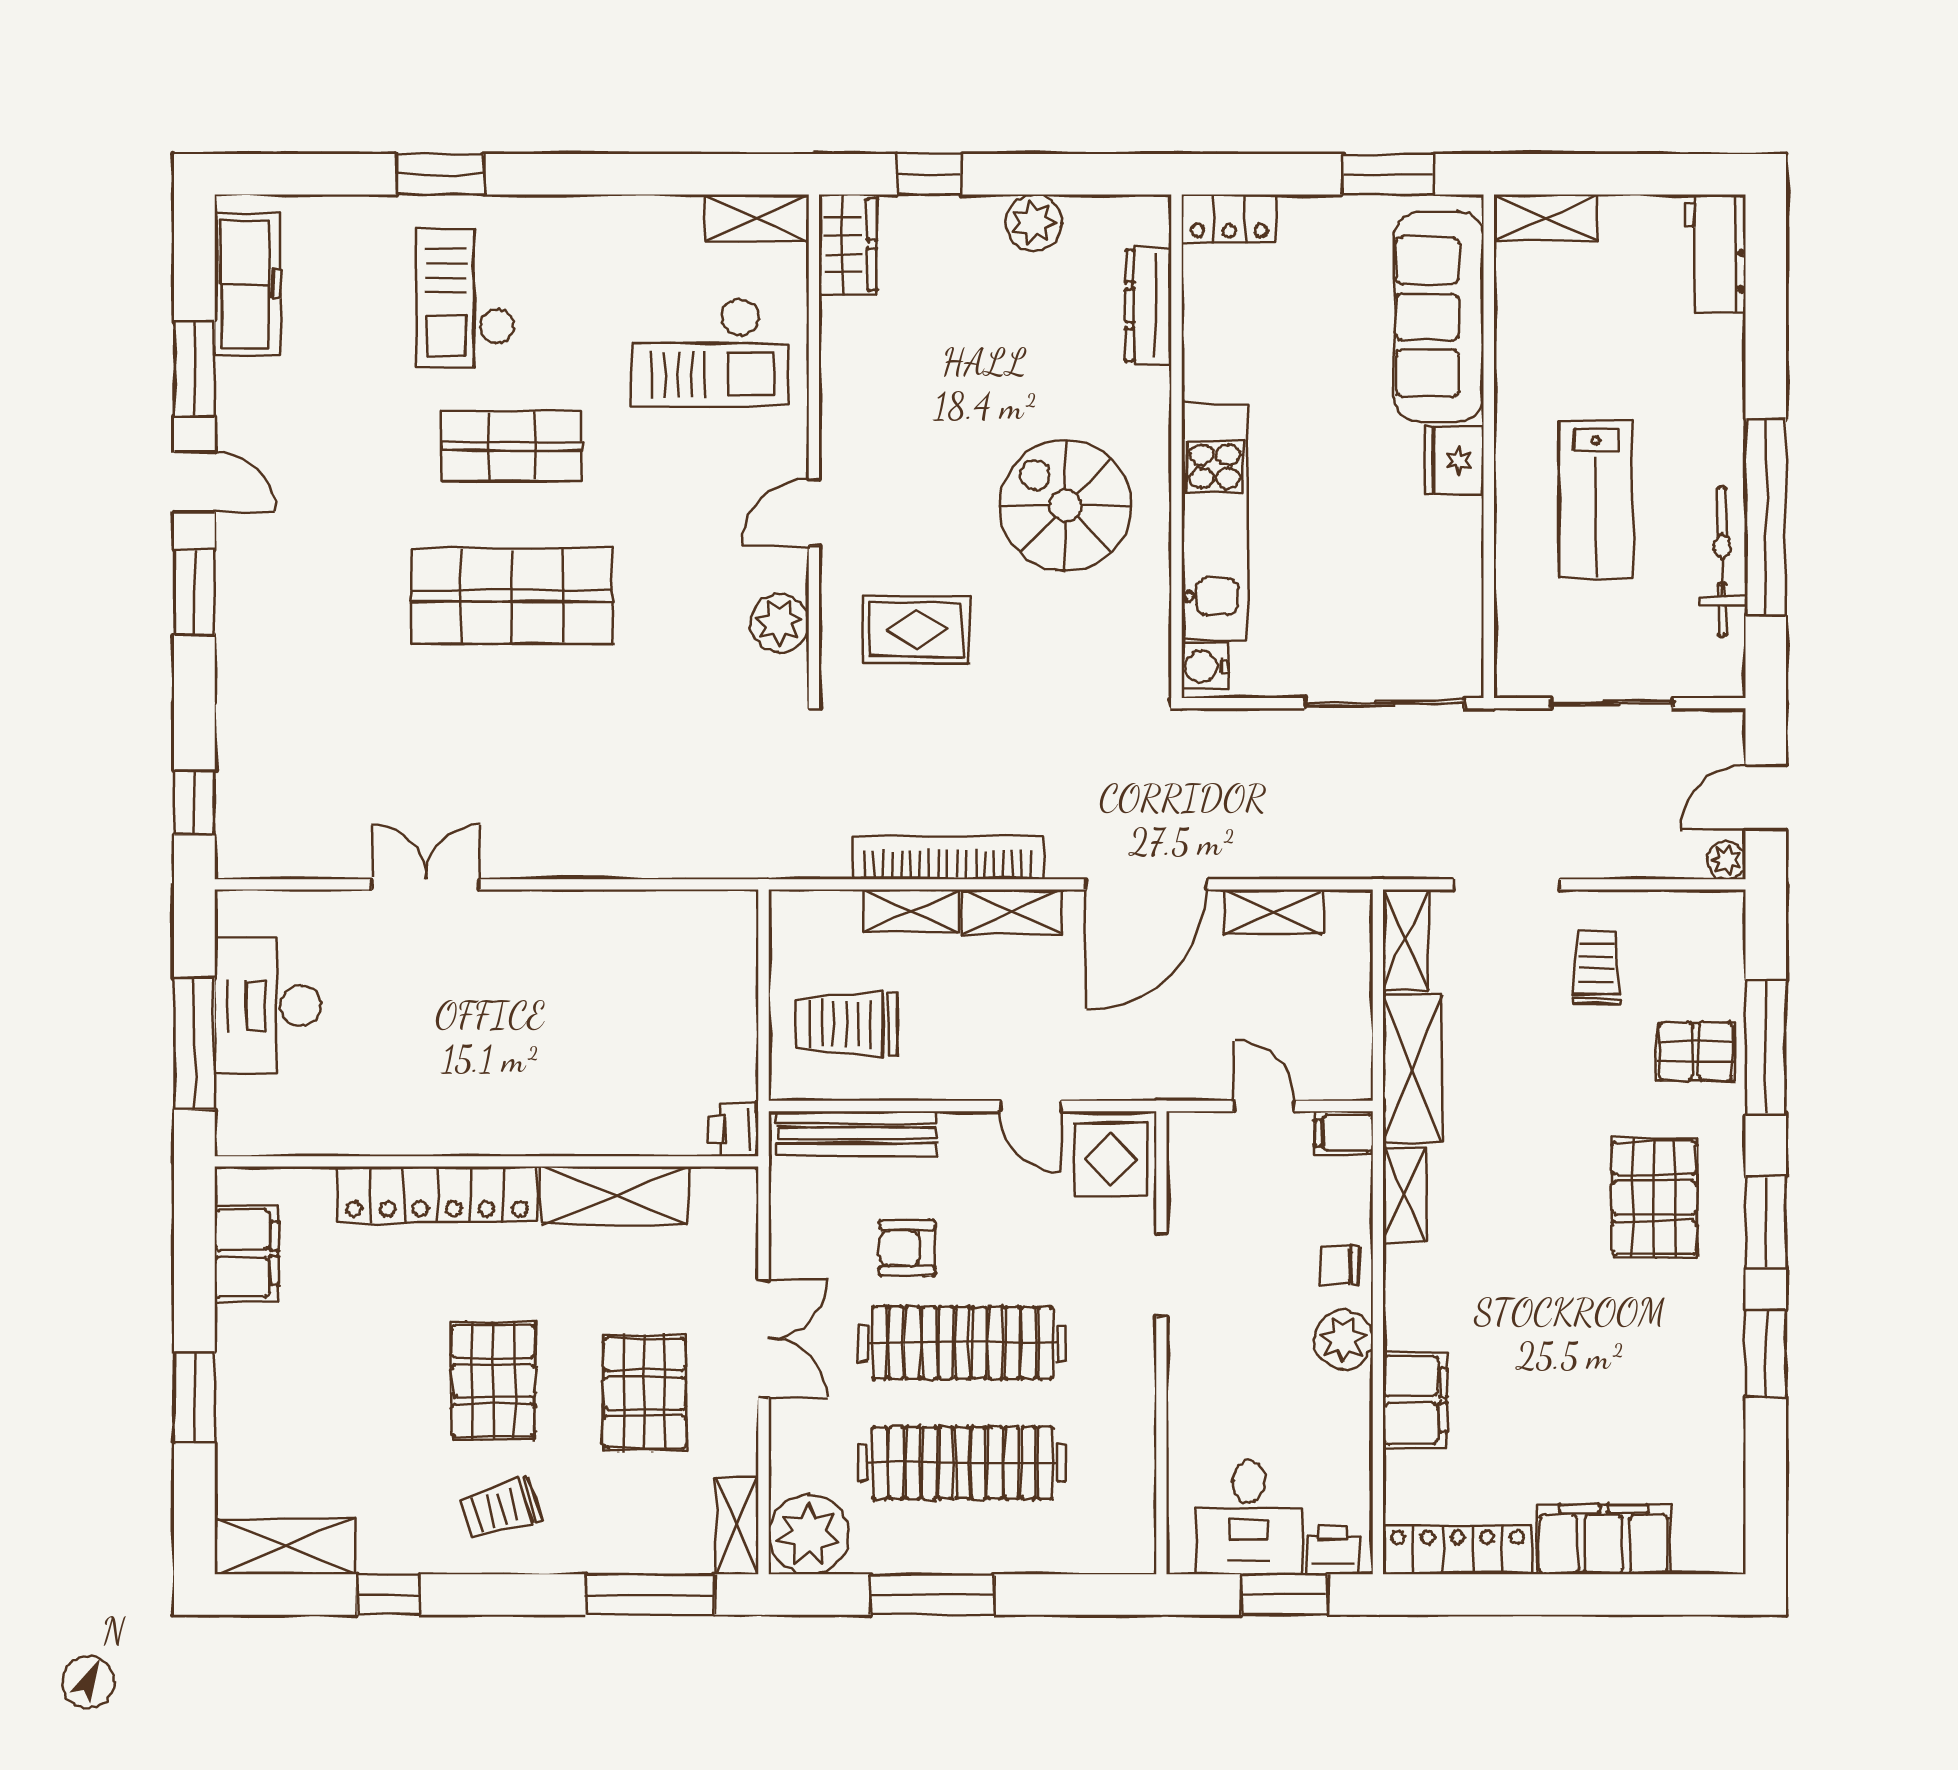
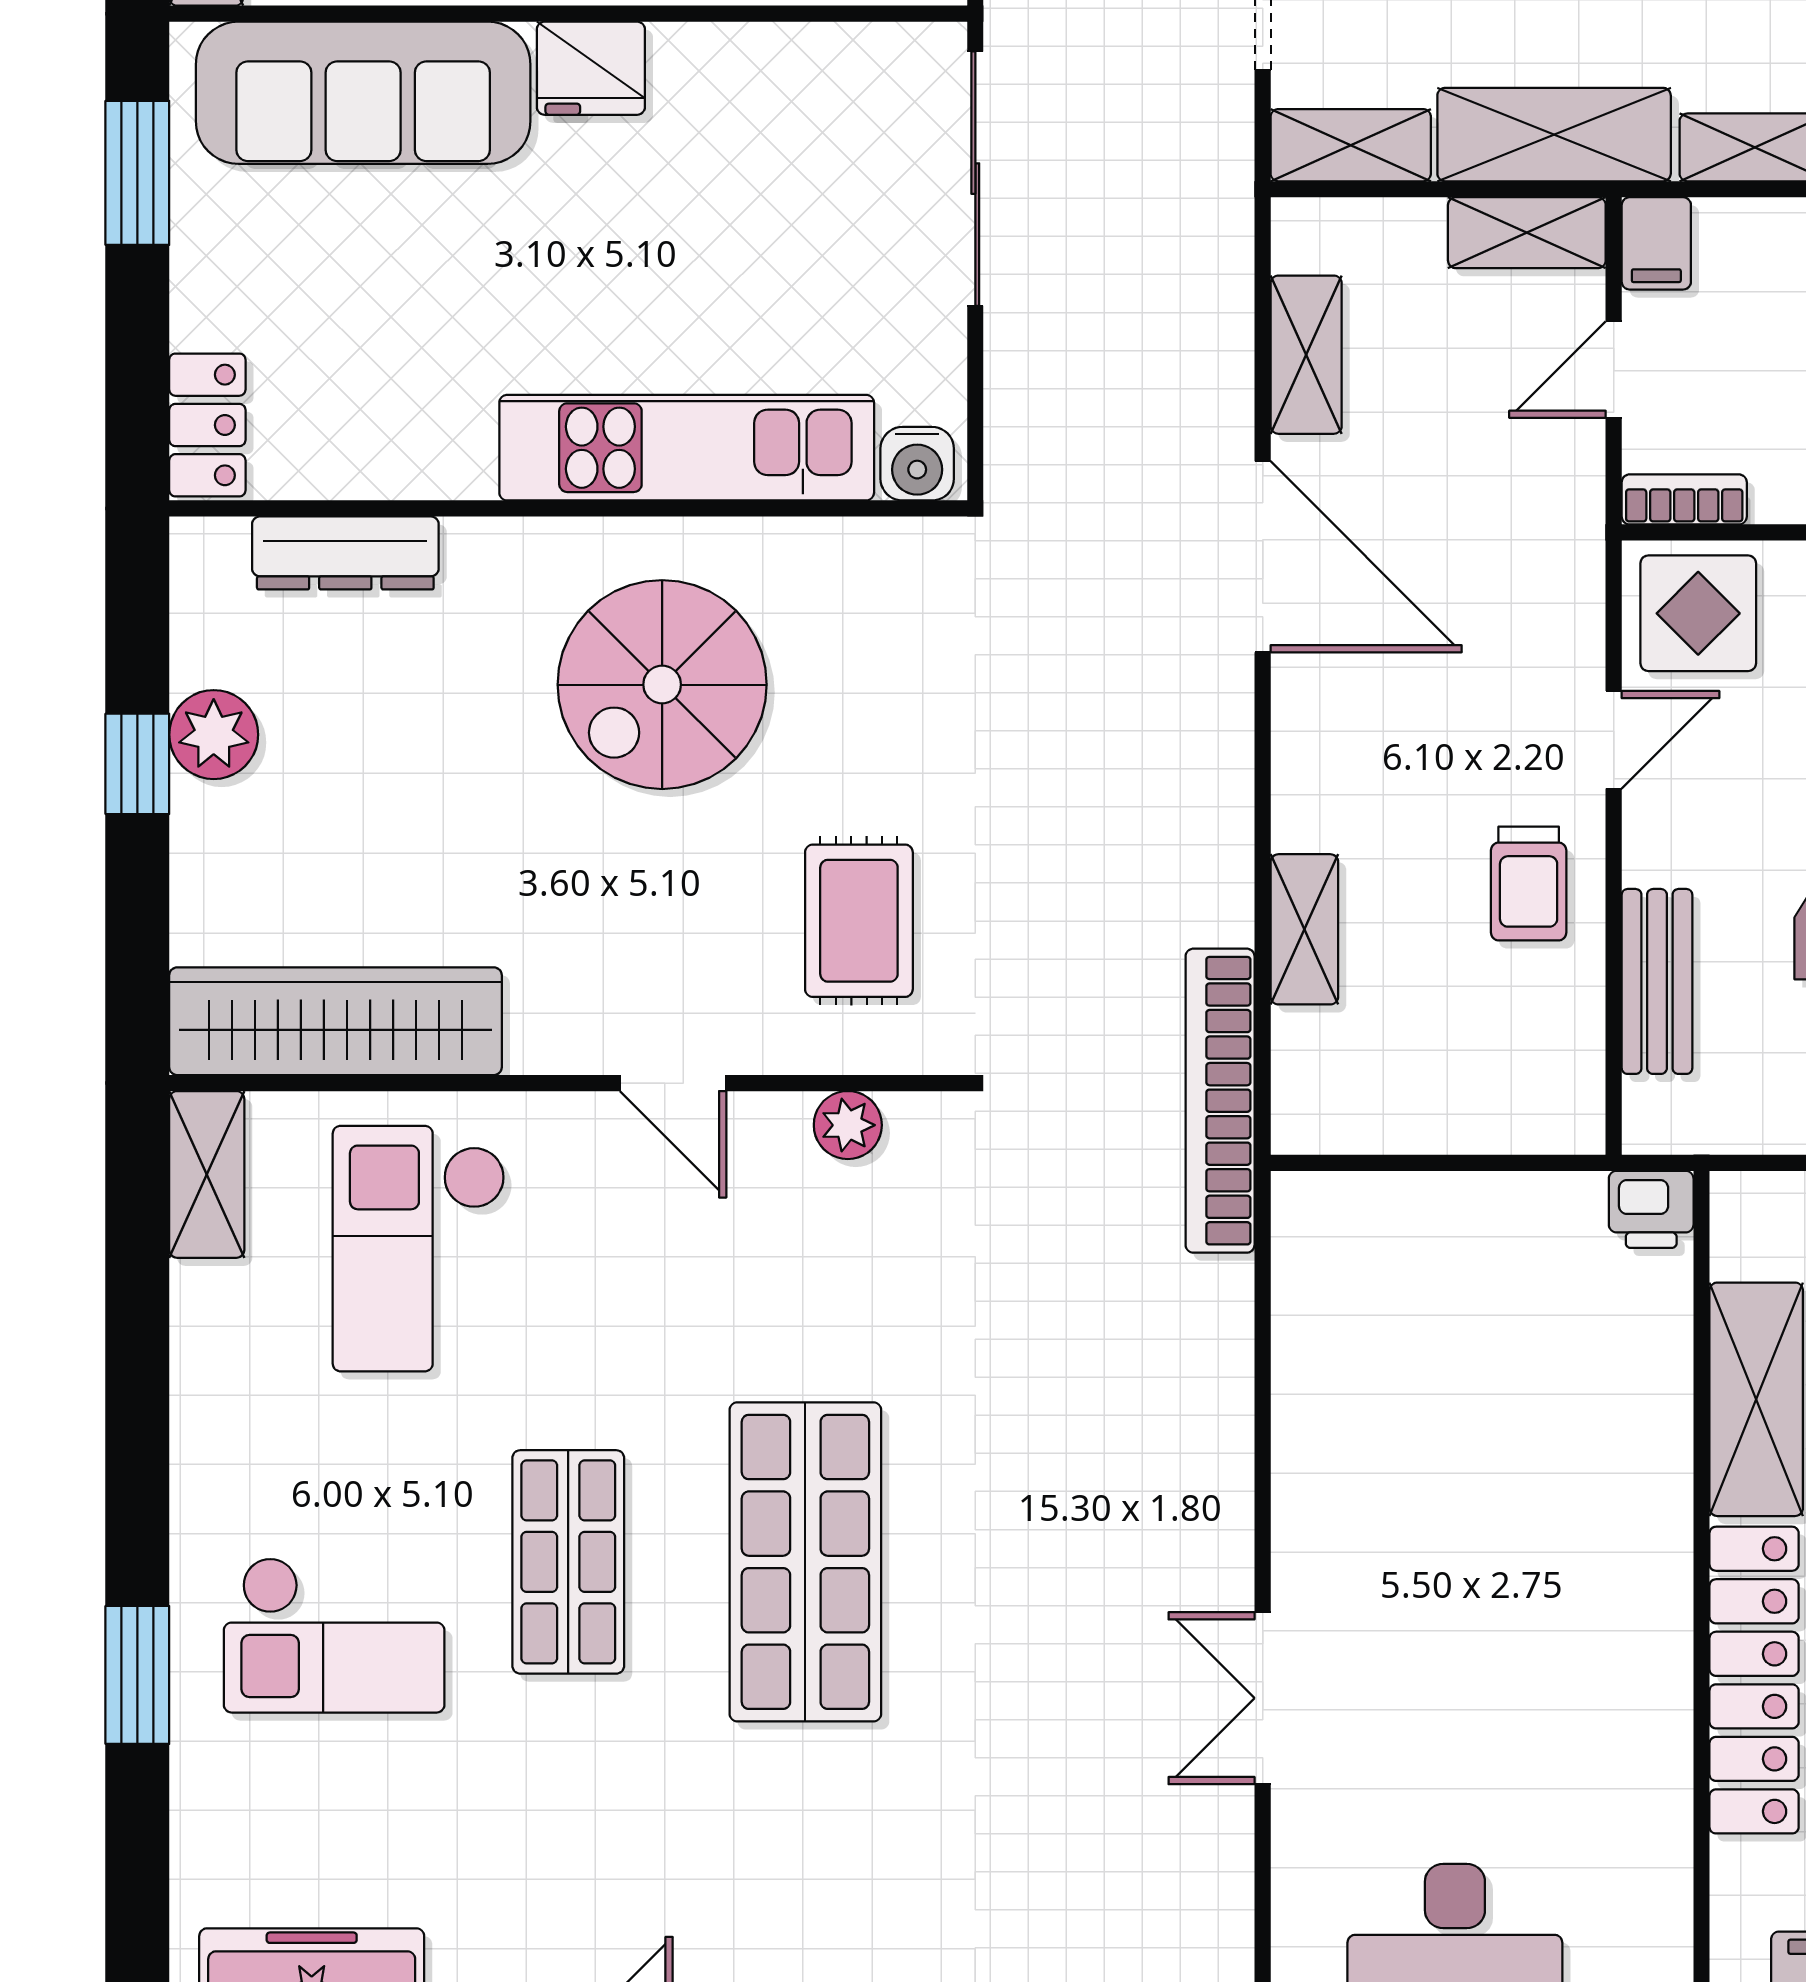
window: (929, 174) -> (137, 764), moved
wardrobe: (848, 244) -> (336, 1021), width x2.10, depth x1.17
checkout: (709, 352) -> (419, 1249), turned 180
plant: (779, 623) -> (848, 1125), width x0.73, depth x0.73
bookcase: (948, 858) -> (1220, 1101), moved
shelving: (1012, 912) -> (1527, 233), moved, turned 90
trolley: (847, 1024) -> (1529, 883), moved, width x0.73, depth x0.72
bench: (857, 1133) -> (1657, 981), width x0.73
bookcase: (1182, 1151) -> (1684, 499), added

